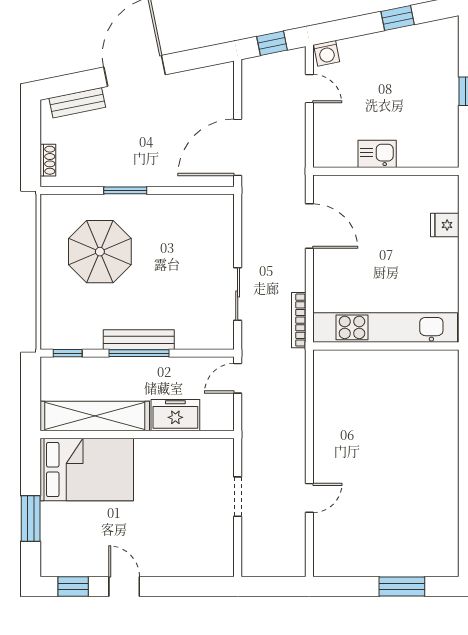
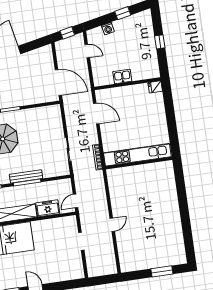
washing machine: (327, 53) -> (108, 29), moved
door: (238, 147) -> (58, 83), swing flipped
fridge: (445, 225) -> (155, 87), moved
door: (238, 378) -> (76, 201), moved
door: (309, 498) -> (112, 225), moved

